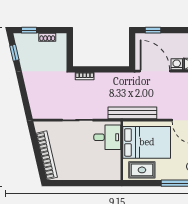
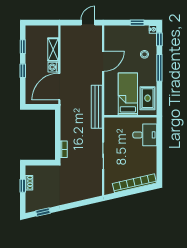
window: (29, 30) -> (23, 186), moved
window: (153, 30) -> (23, 71), moved
desk: (107, 137) -> (145, 135), moved, turned 90
bed: (147, 142) -> (128, 94), width x0.67

